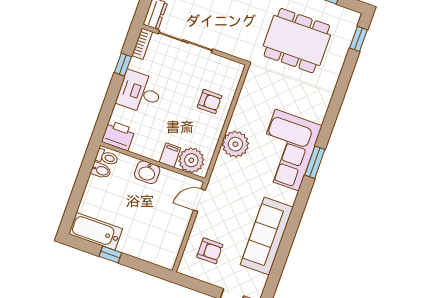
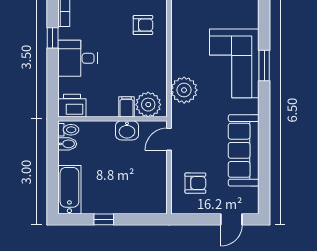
armchair: (210, 102) -> (143, 25), moved
plant: (235, 144) -> (184, 90), moved
washbasin: (147, 172) -> (127, 130), moved
bathtub: (96, 231) -> (69, 190), moved, turned 90

